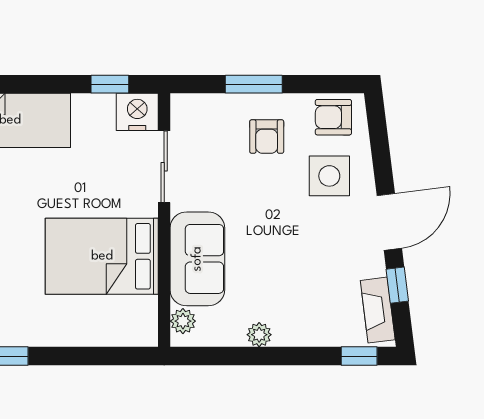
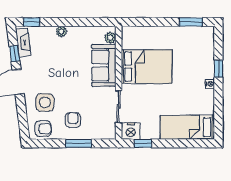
plant: (259, 335) -> (61, 32), moved

